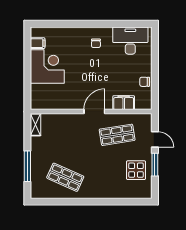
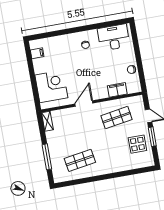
corner desk: (47, 66) -> (51, 86), moved
door: (94, 112) -> (84, 103), moved
shop shelf: (65, 177) -> (80, 160), turned -33

